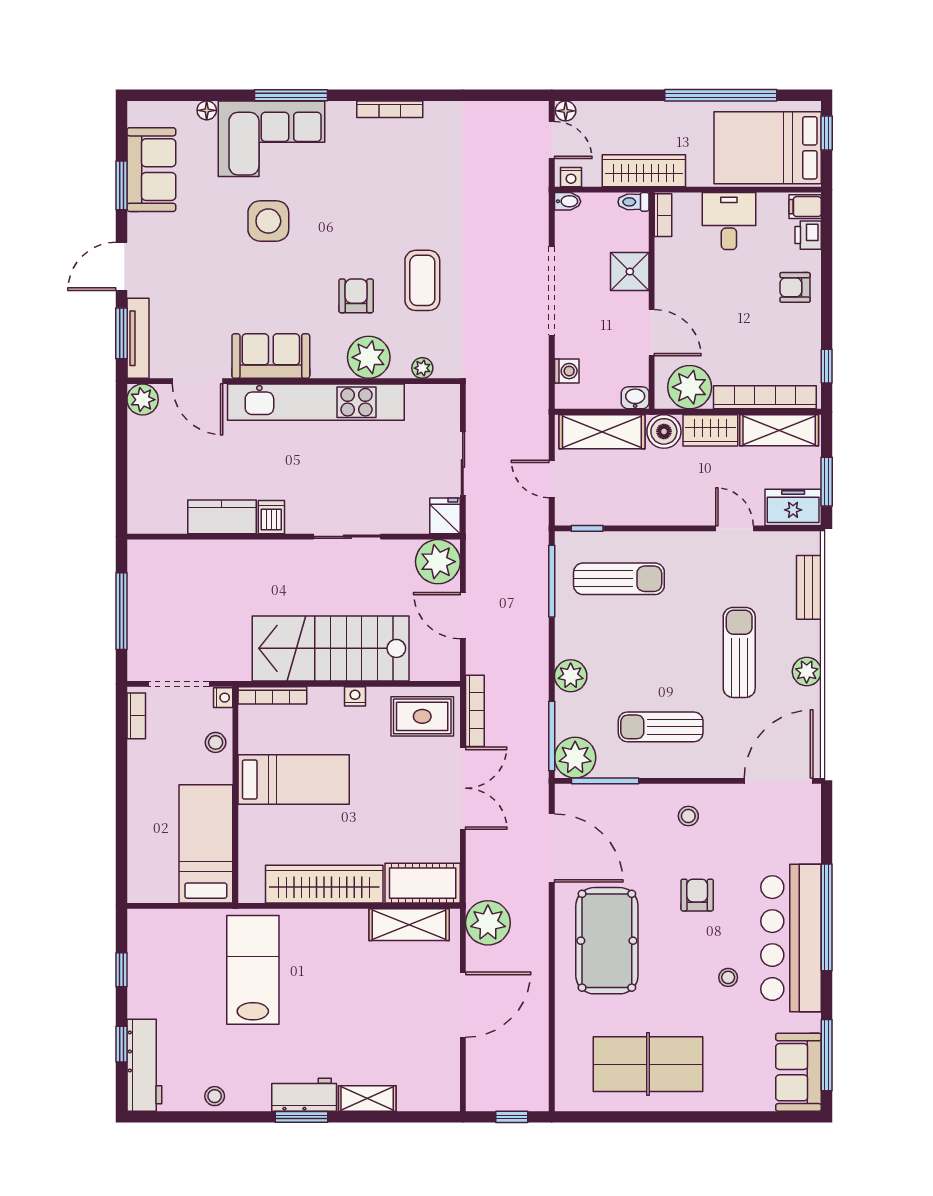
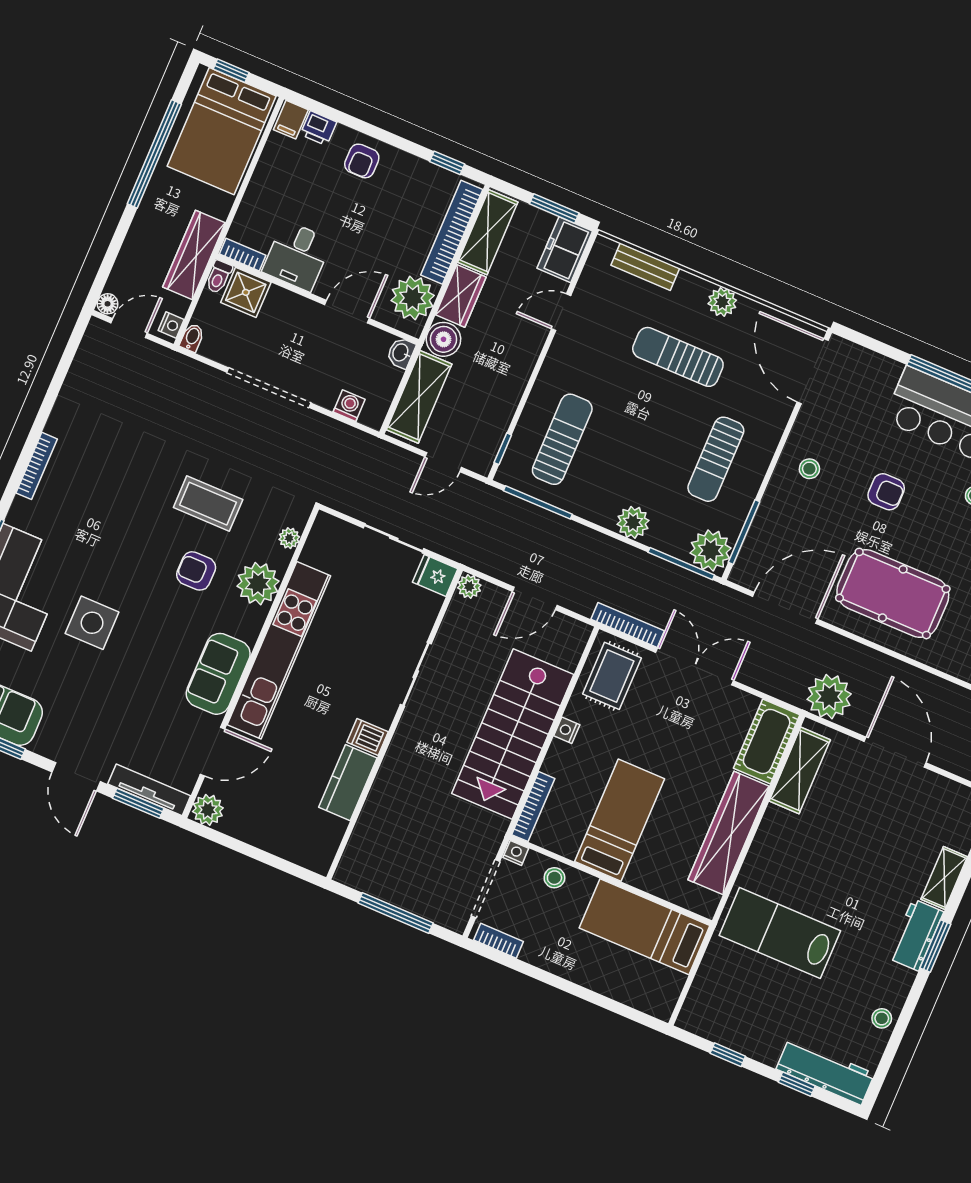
desk: (729, 221) -> (297, 256), moved, turned -90
shower: (630, 272) -> (246, 292), moved
plant: (438, 562) -> (469, 587), width x0.53, depth x0.53
armchair: (697, 895) -> (886, 492), turned 180

